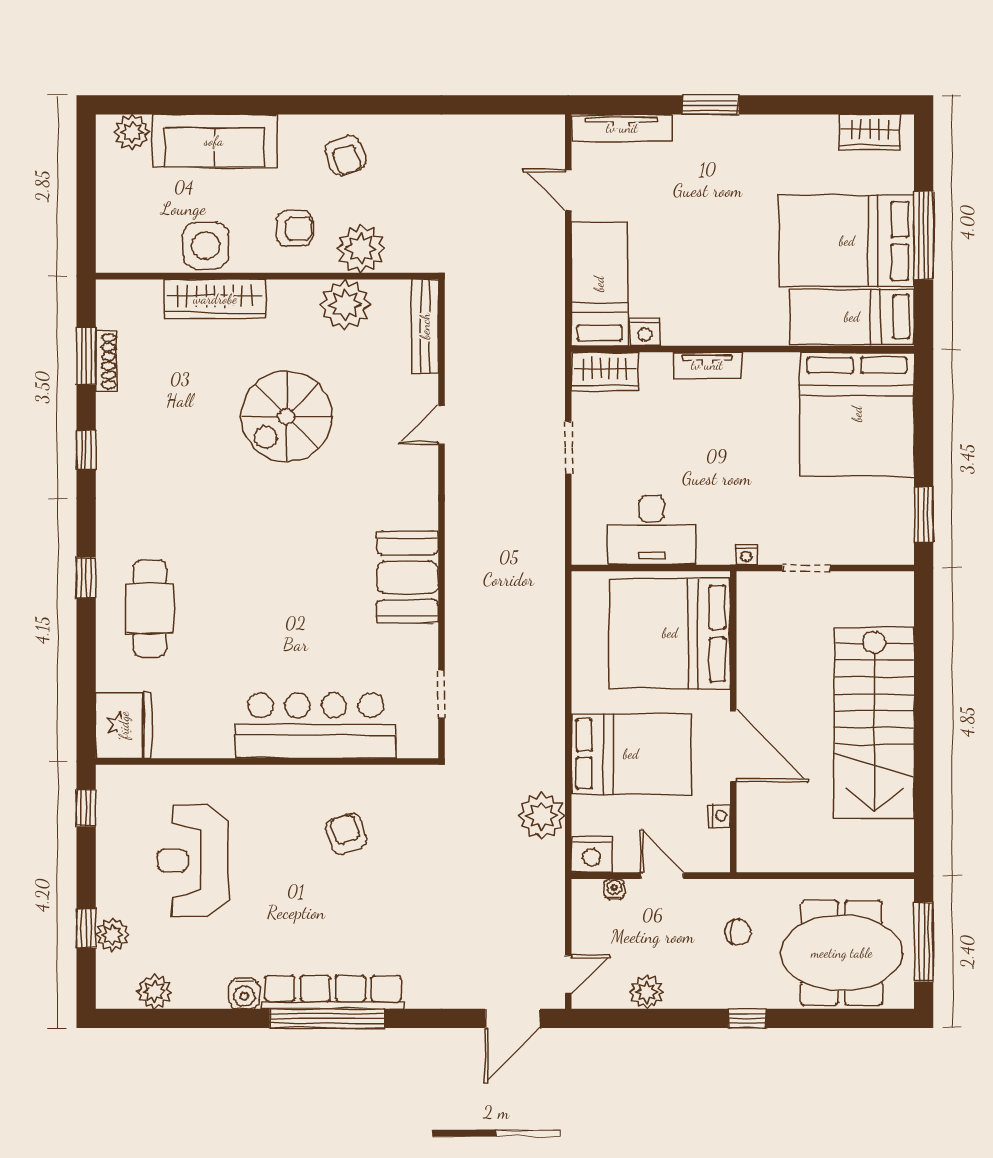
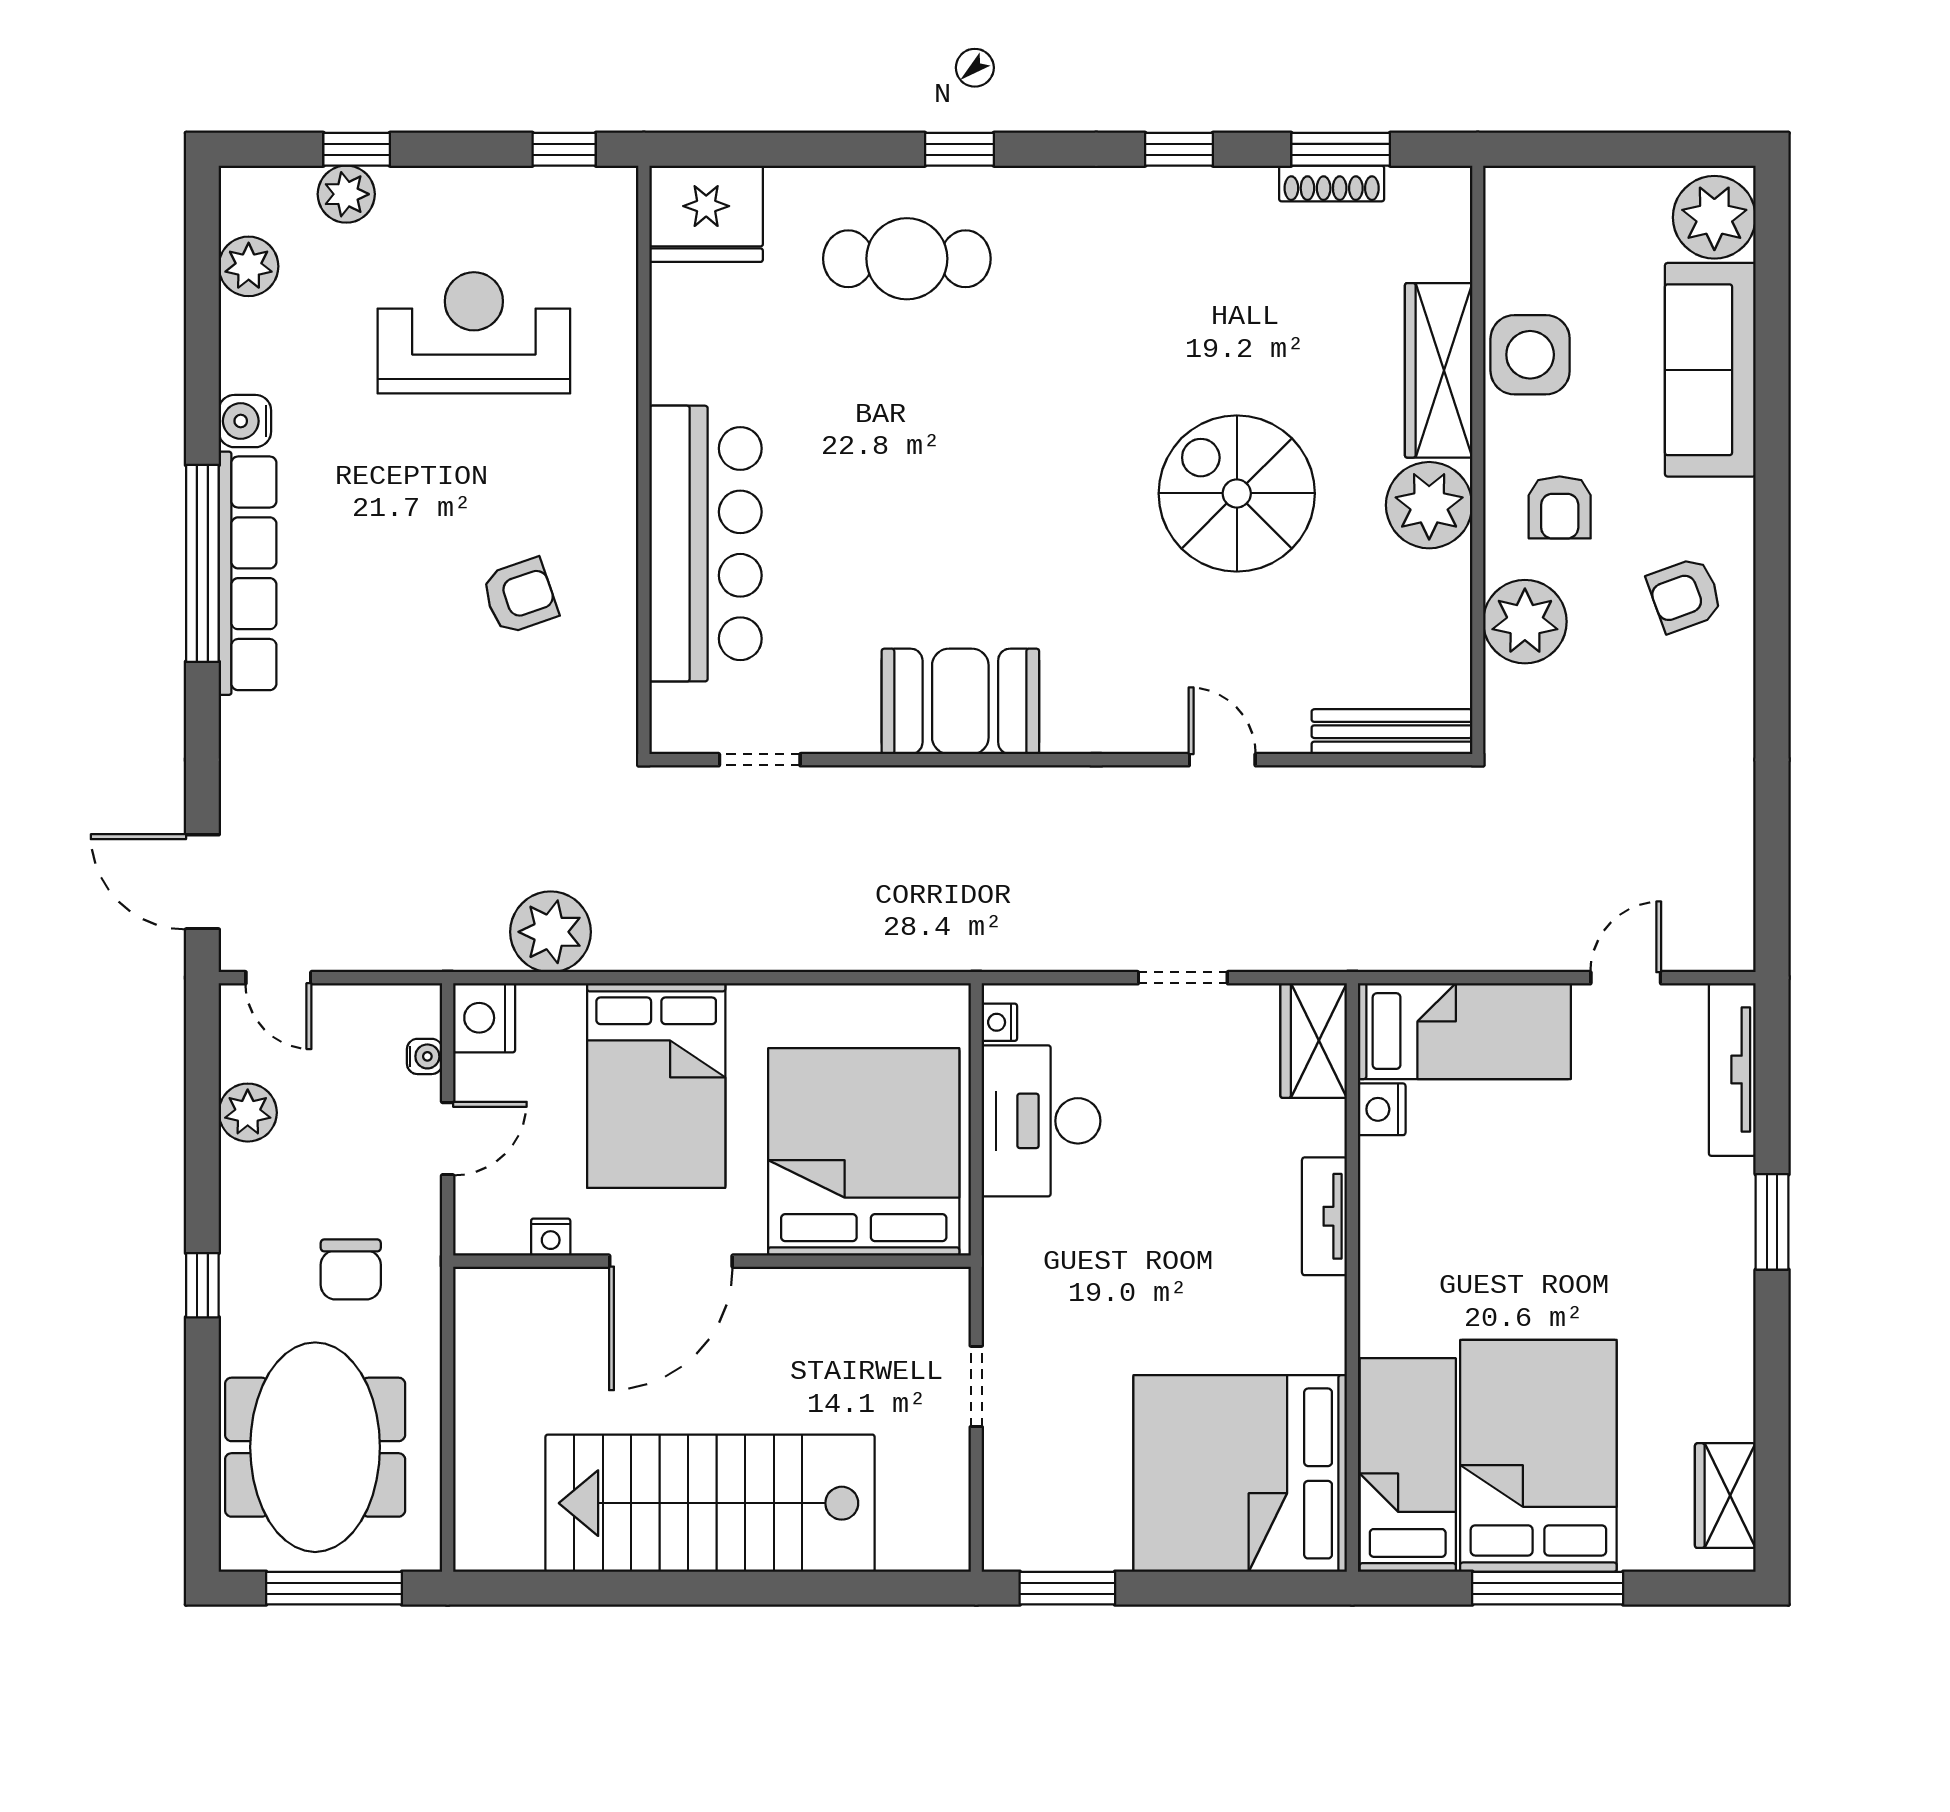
plant: (132, 132) -> (1714, 217), width x1.36, depth x1.36
plant: (345, 304) -> (1429, 505), moved
nightstand: (746, 554) -> (999, 1022), moved
chair: (738, 932) -> (351, 1269), width x1.37, depth x1.37

